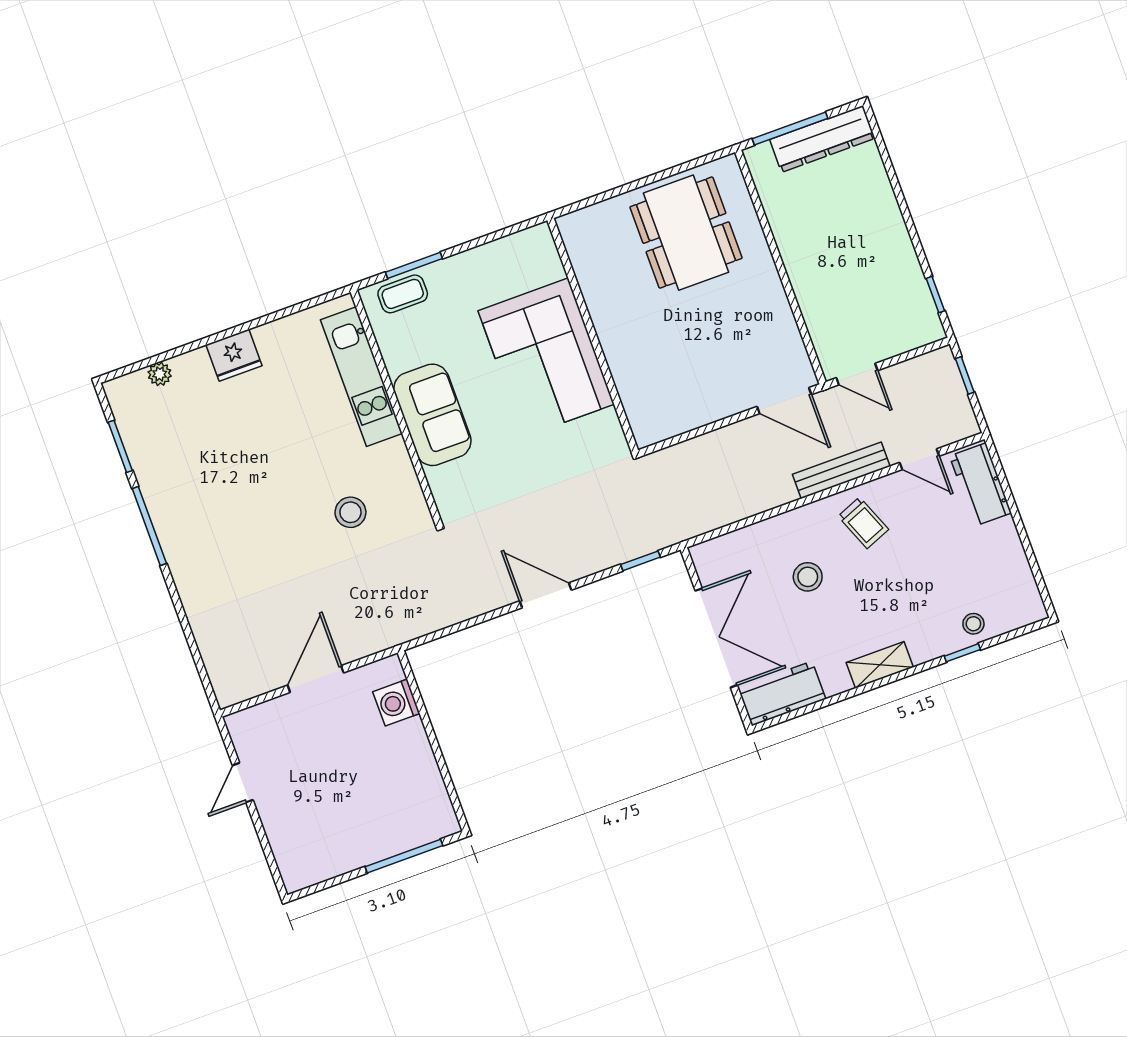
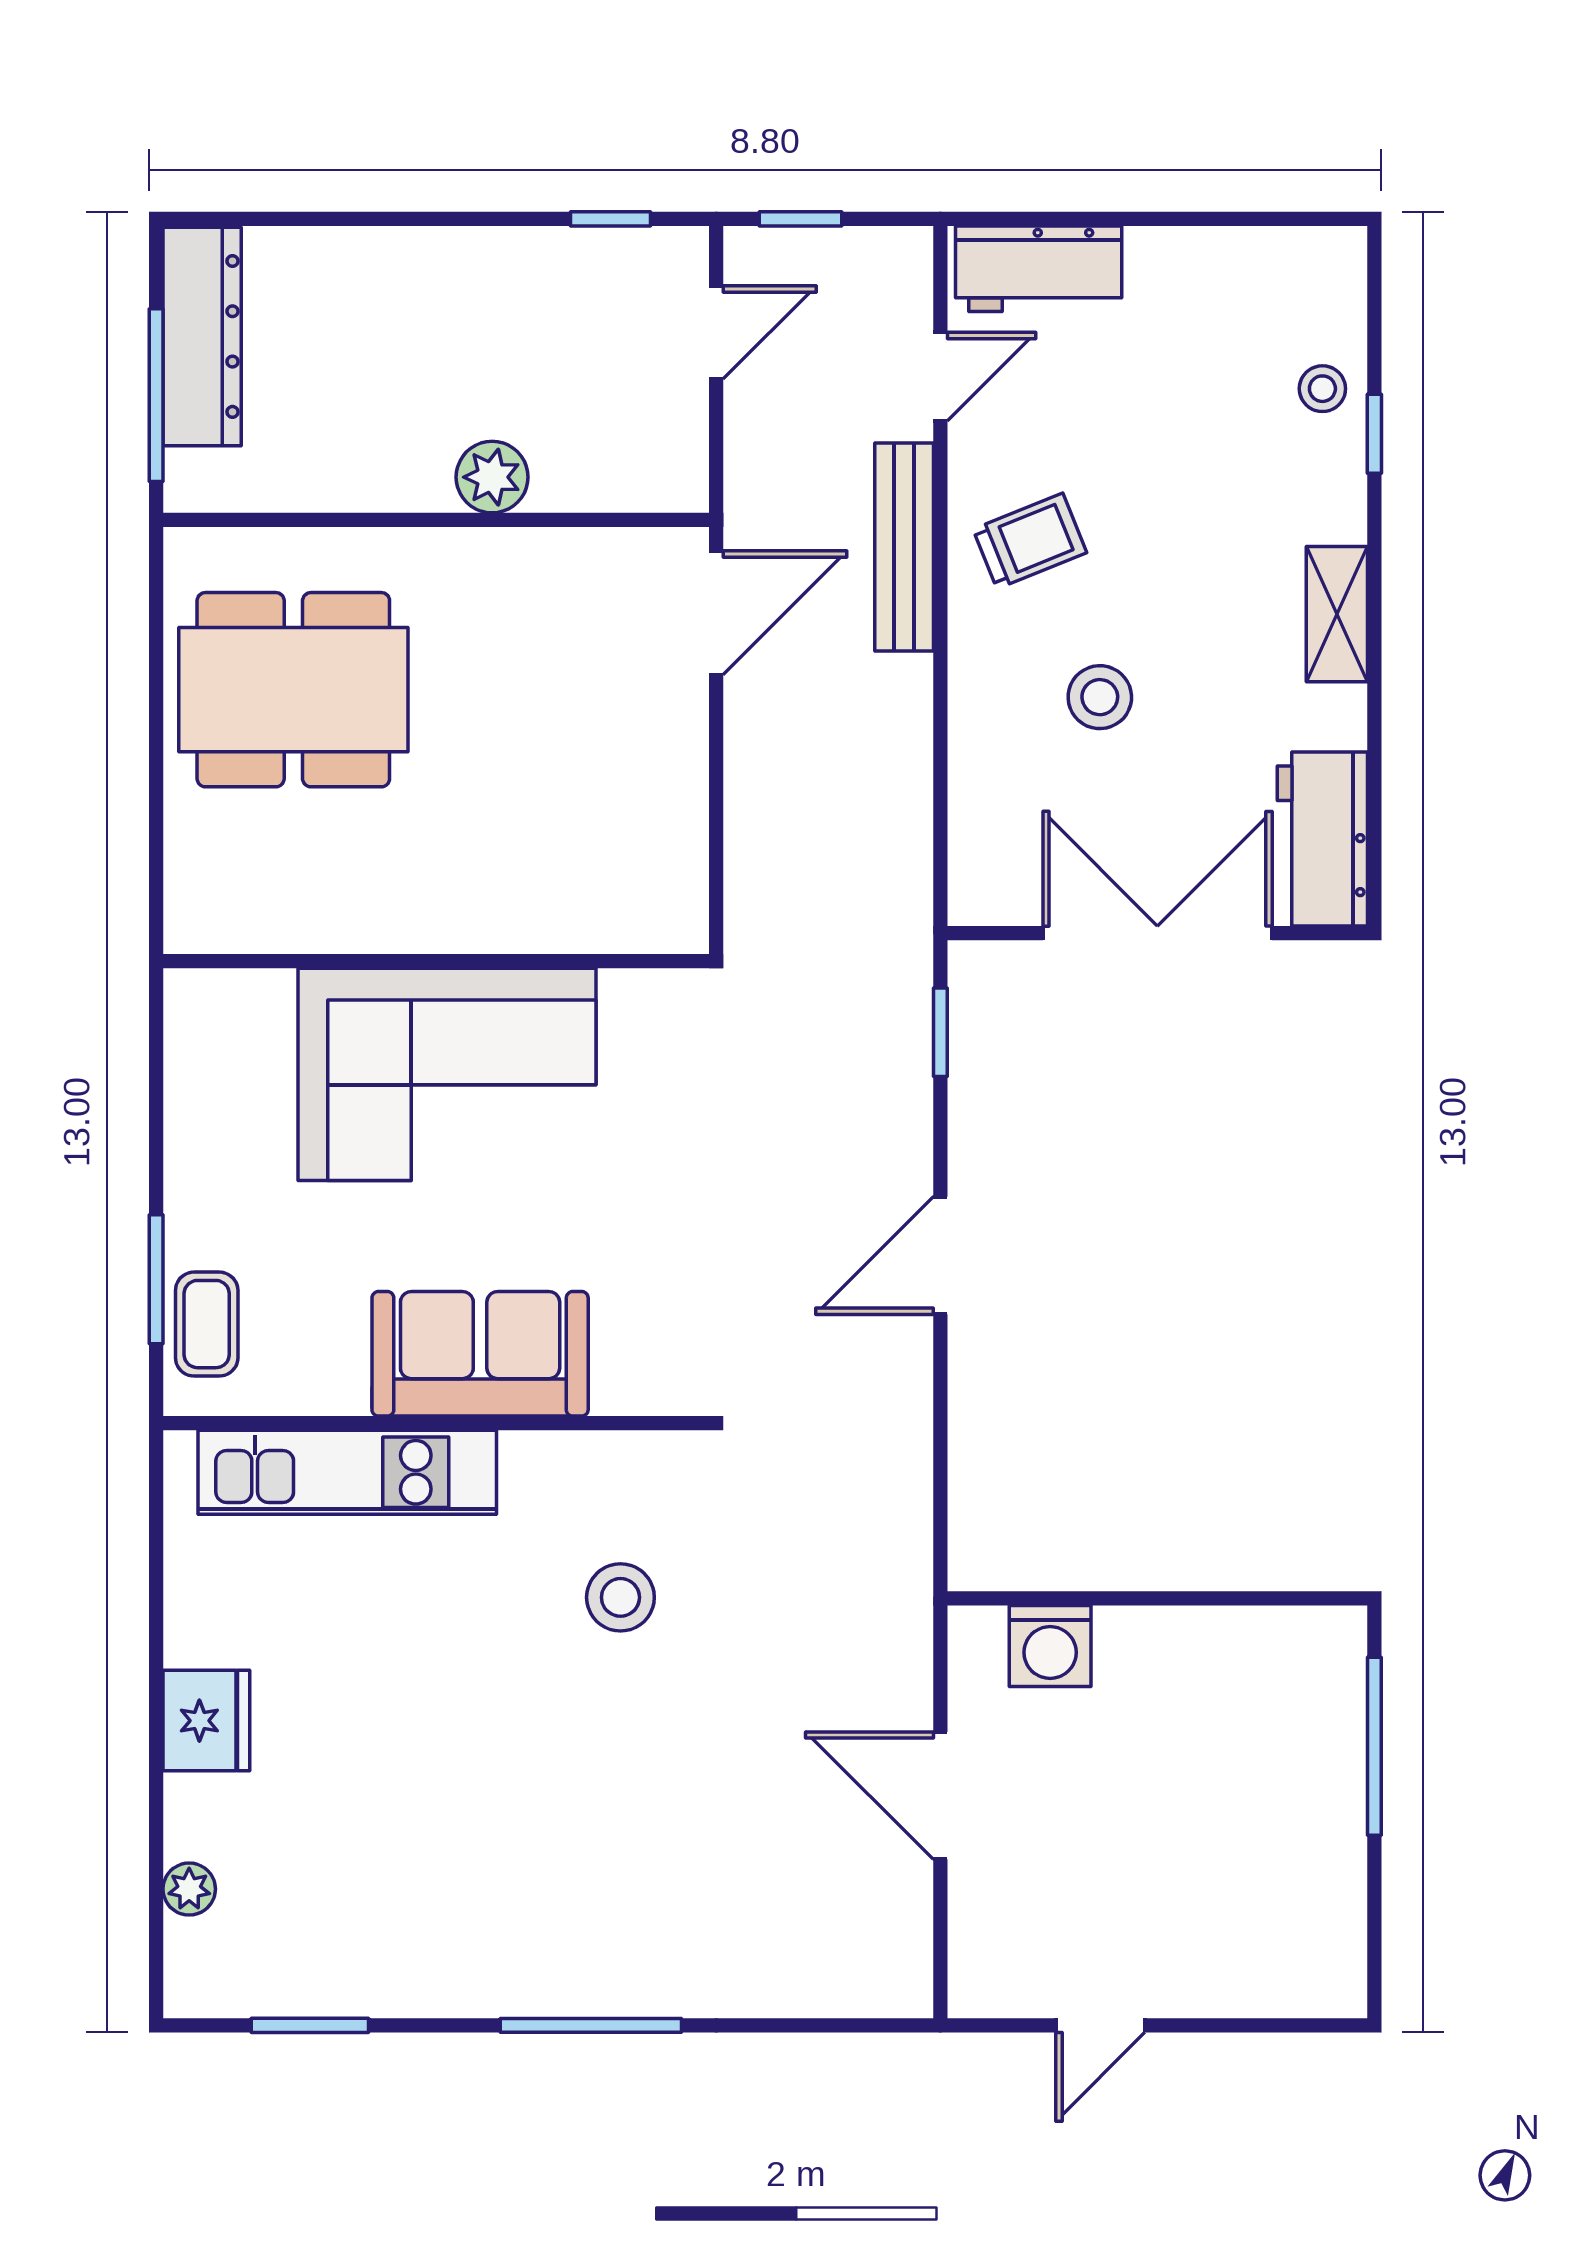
plant: (807, 284) -> (492, 477), added
door: (857, 374) -> (716, 332), moved
window: (149, 526) -> (591, 2025), moved
door: (243, 783) -> (1100, 2025), hinge flipped

